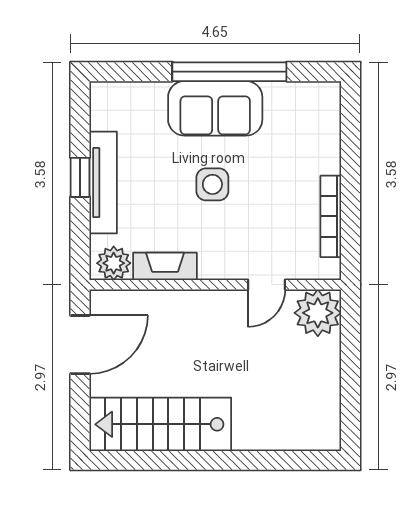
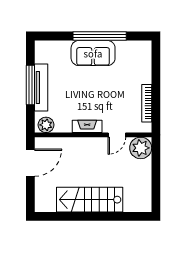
window: (80, 177) -> (30, 85), width x2.17
side table: (212, 184) -> (92, 88), removed
fireplace: (165, 266) -> (87, 126), moved
stairs: (160, 424) -> (90, 200), moved

